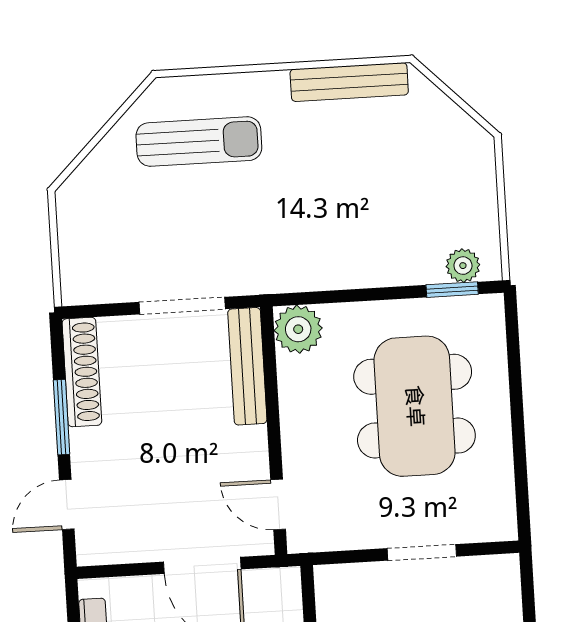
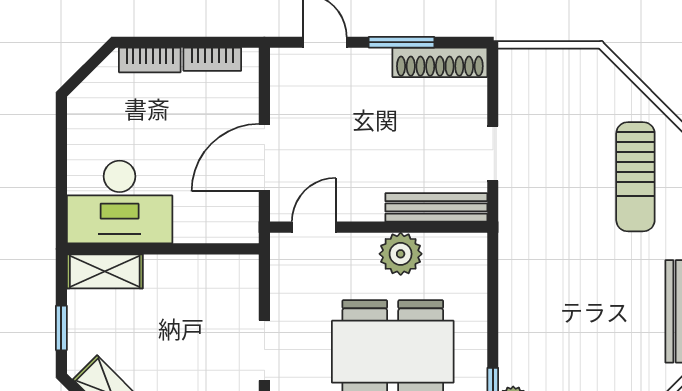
doorway: (182, 306) -> (493, 154), width x0.73
plant: (298, 329) -> (401, 254), moved

